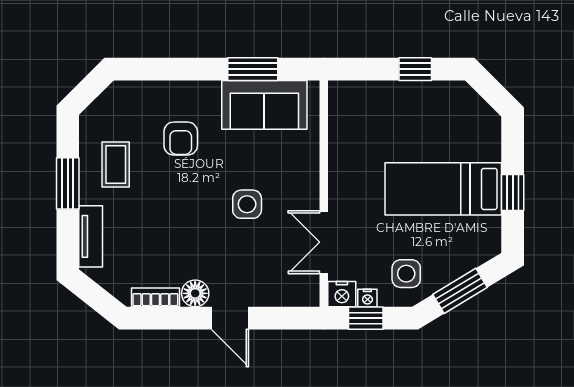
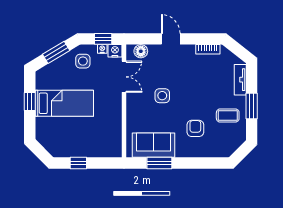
coffee table: (116, 164) -> (228, 115), turned 90
floor lamp: (195, 293) -> (141, 51), moved

